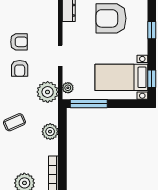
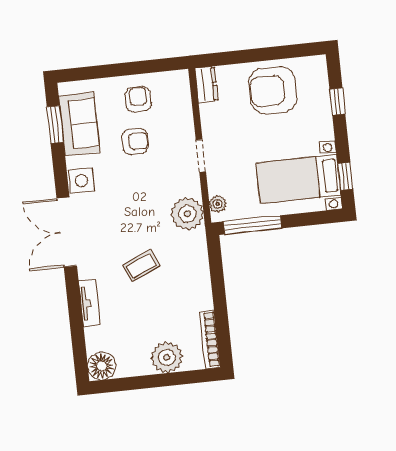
armchair: (20, 68) -> (138, 99), moved, turned 180
plant: (50, 132) -> (198, 274), removed

